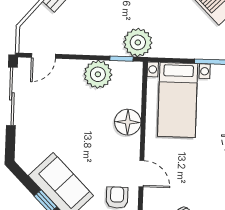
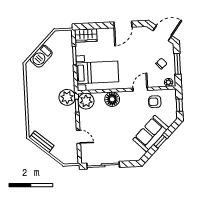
door: (43, 56) -> (78, 137), moved
plant: (98, 74) -> (86, 101), moved

